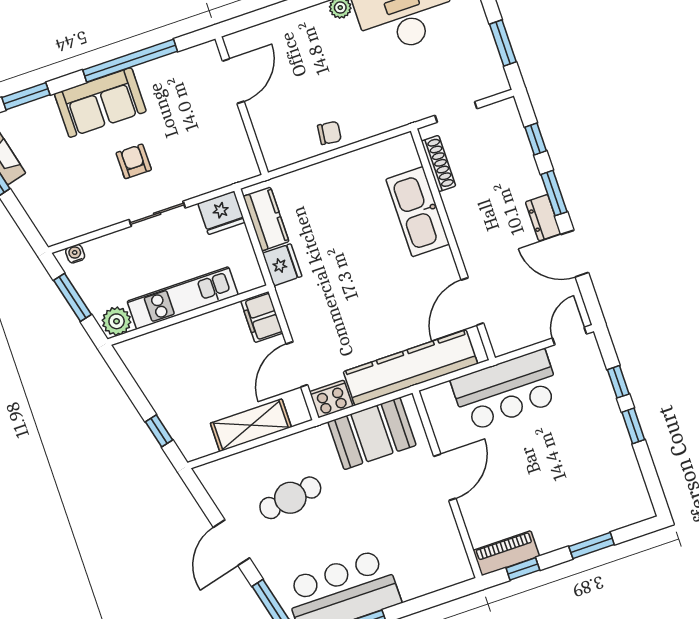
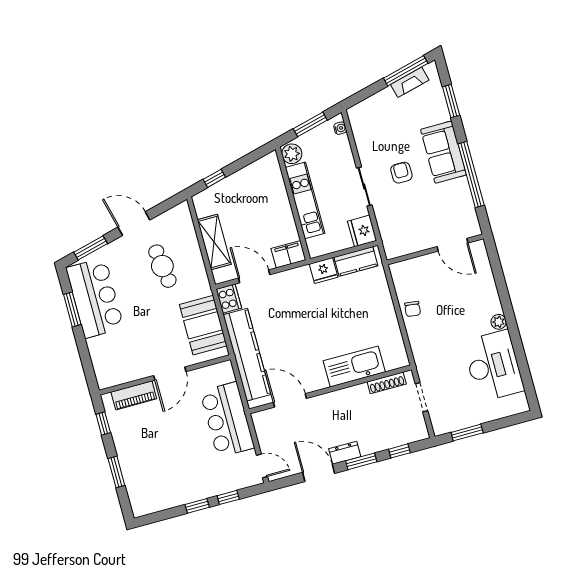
armchair: (134, 161) -> (401, 173), turned -90
door: (575, 254) -> (319, 473), hinge flipped
door: (445, 477) -> (170, 374), hinge flipped
piano: (506, 553) -> (134, 395), moved, turned 90

